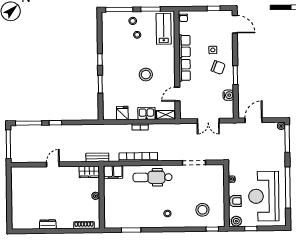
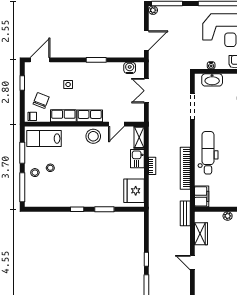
chair: (218, 67) -> (41, 100), moved
stool: (146, 75) -> (93, 136), moved
door: (177, 94) -> (116, 124), hinge flipped
water cooler: (228, 95) -> (130, 68), moved
fridge: (122, 113) -> (134, 191), width x1.88, depth x1.34
door: (254, 120) -> (146, 40), swing flipped
double door: (208, 121) -> (146, 91), swing flipped
wardrobe: (89, 172) -> (201, 234), moved
dental chair: (153, 177) -> (208, 153), turned 180
washbasin: (219, 180) -> (212, 80), added

